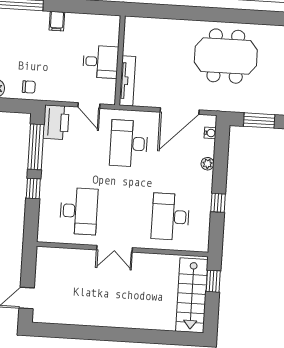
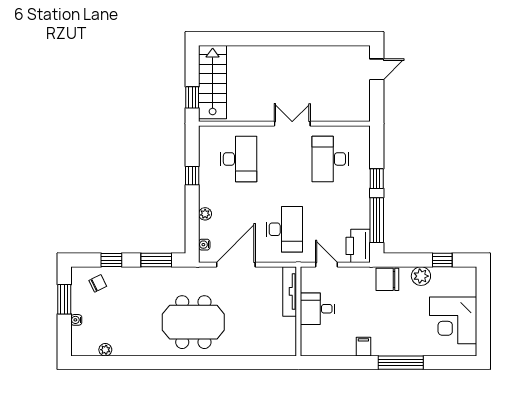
chair: (29, 87) -> (387, 279), width x1.87, depth x1.87

